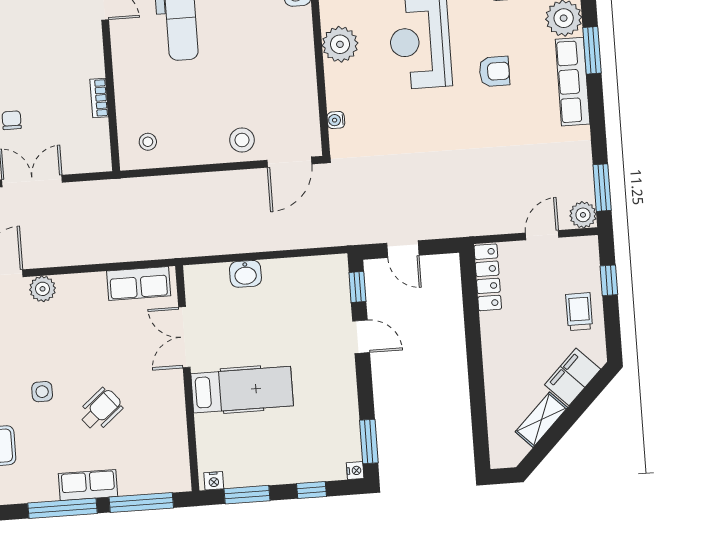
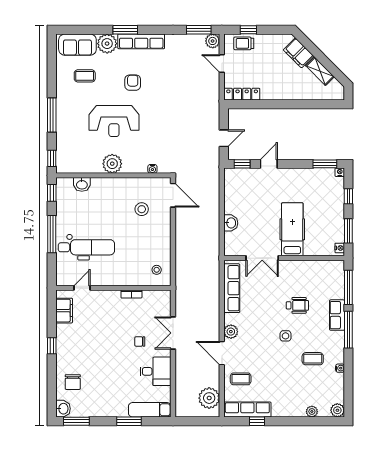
stool: (242, 140) -> (142, 209), moved
row of seats: (139, 283) -> (232, 288), width x1.48
trolley: (579, 312) -> (244, 43), moved
wheelchair: (101, 410) -> (297, 305), turned 130

